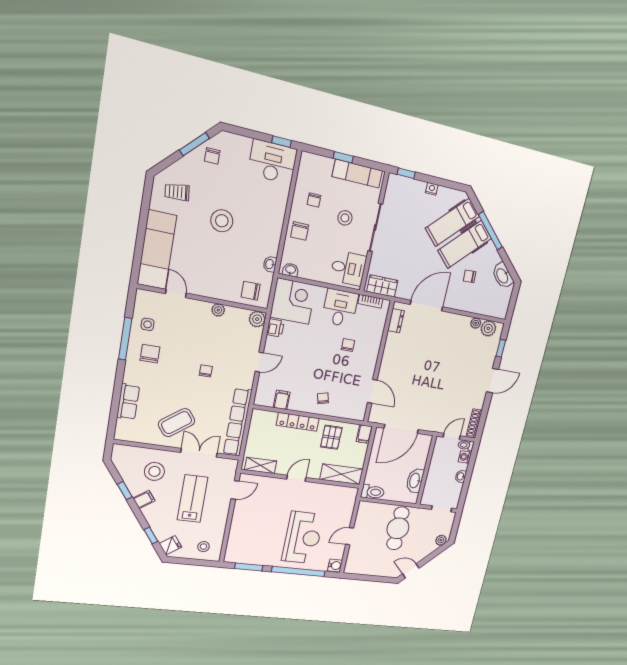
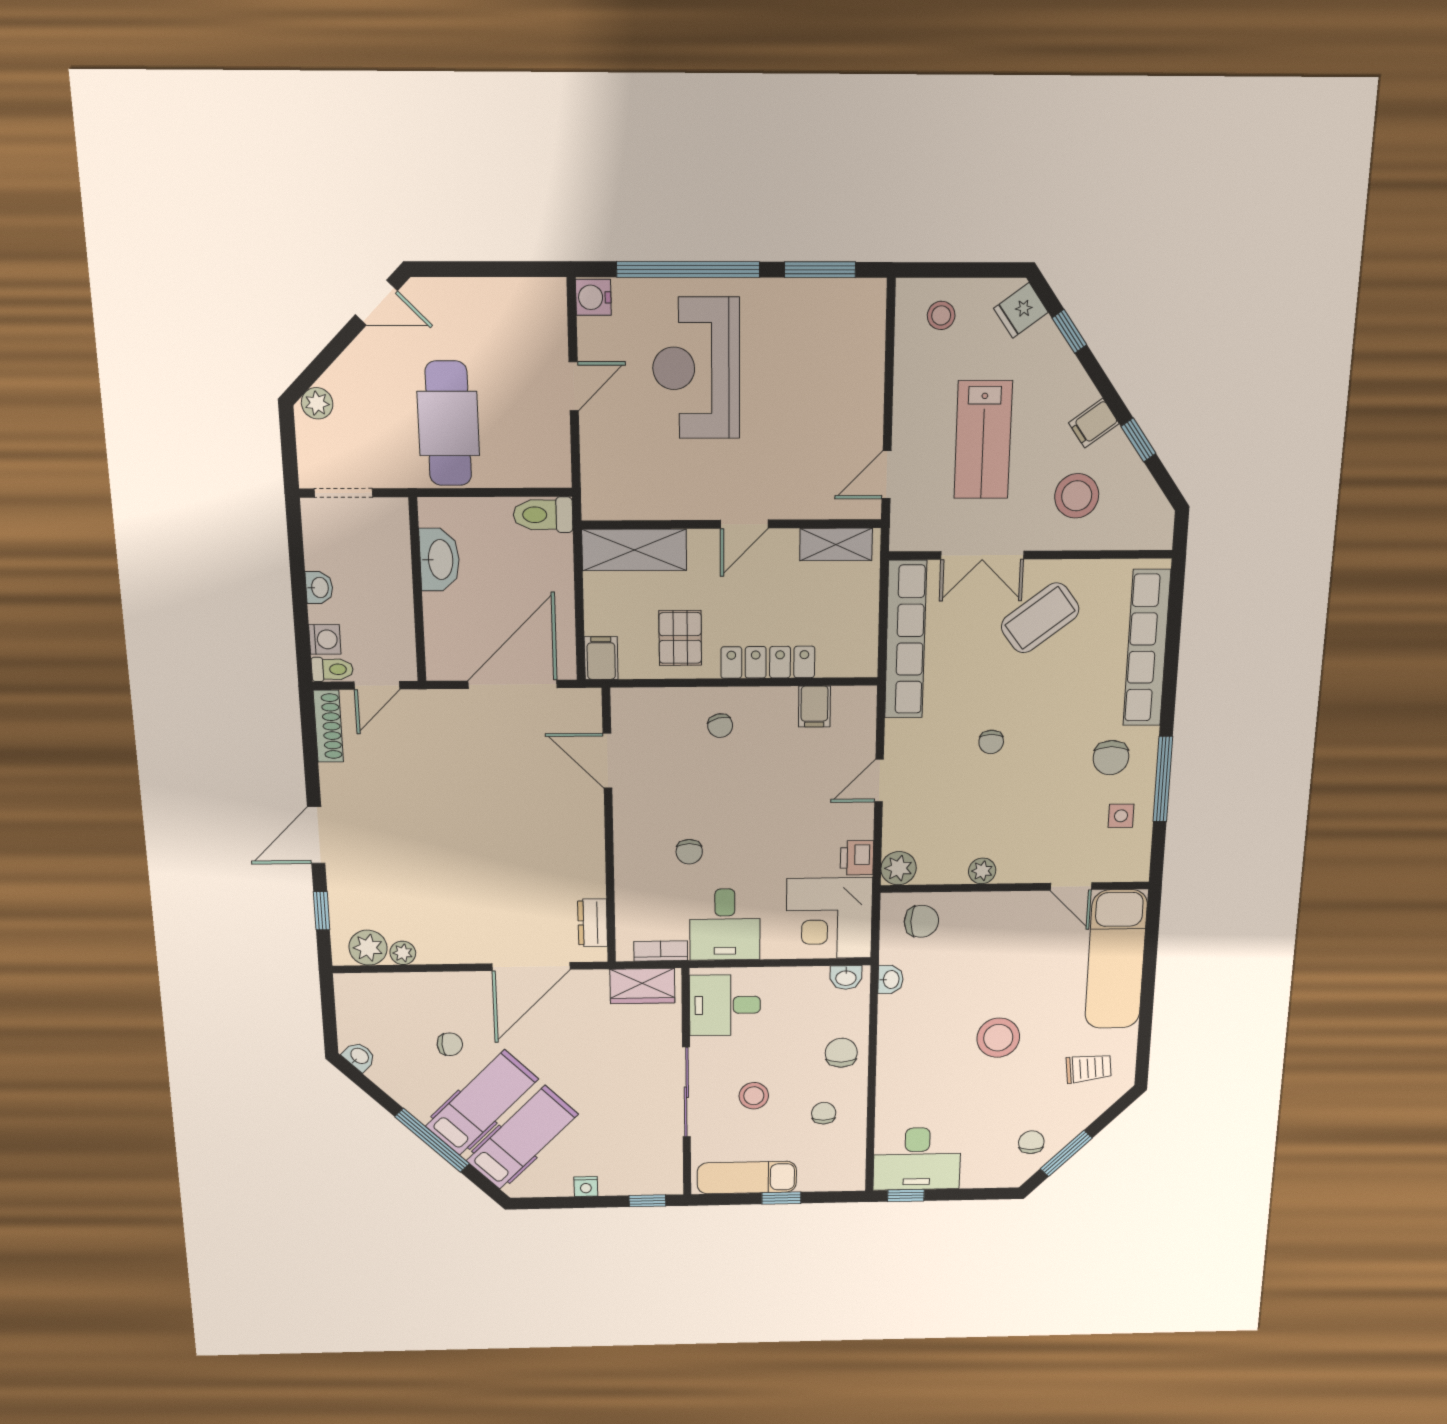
washbasin: (503, 276) -> (359, 1056), width x0.52, depth x0.69
row of seats: (128, 402) -> (1147, 648), width x2.02

